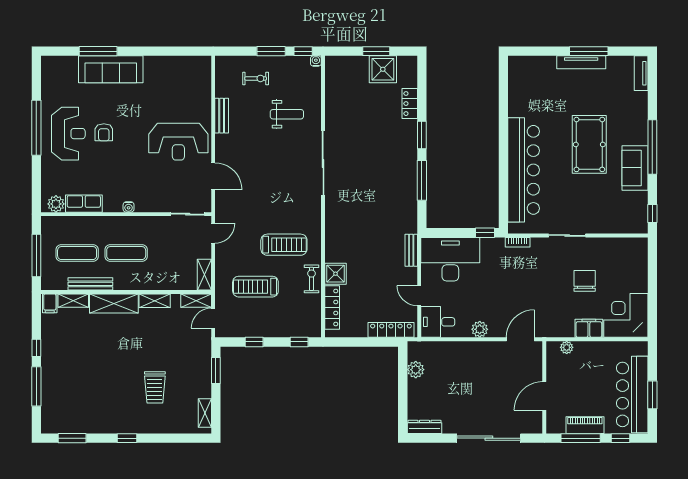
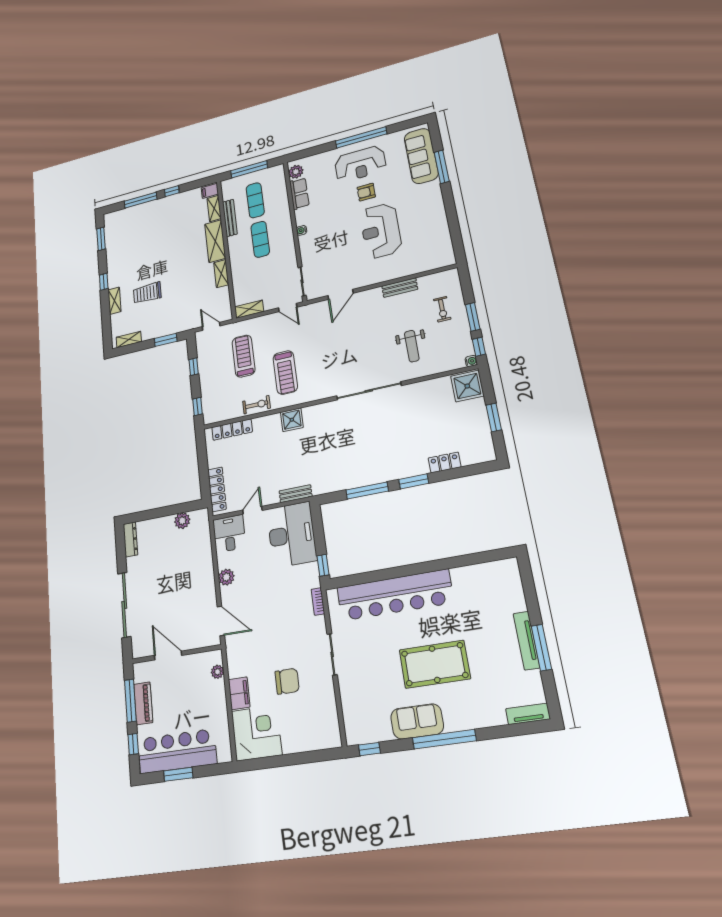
sofa: (111, 69) -> (421, 156), moved
shower: (383, 69) -> (467, 386), moved
reception desk: (178, 142) -> (381, 231), moved
shower: (335, 274) -> (292, 420), moved
shelving: (196, 301) -> (114, 301), moved

